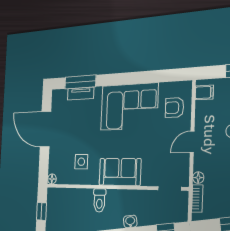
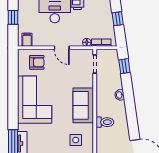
armchair: (175, 108) -> (37, 62), turned -90

